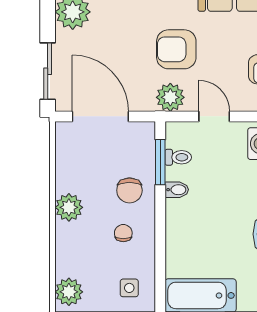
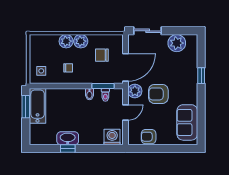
armchair: (176, 49) -> (158, 94), turned -90
door: (100, 116) -> (125, 67), moved
chair: (129, 190) -> (102, 55), moved
plant: (69, 292) -> (66, 41), moved

